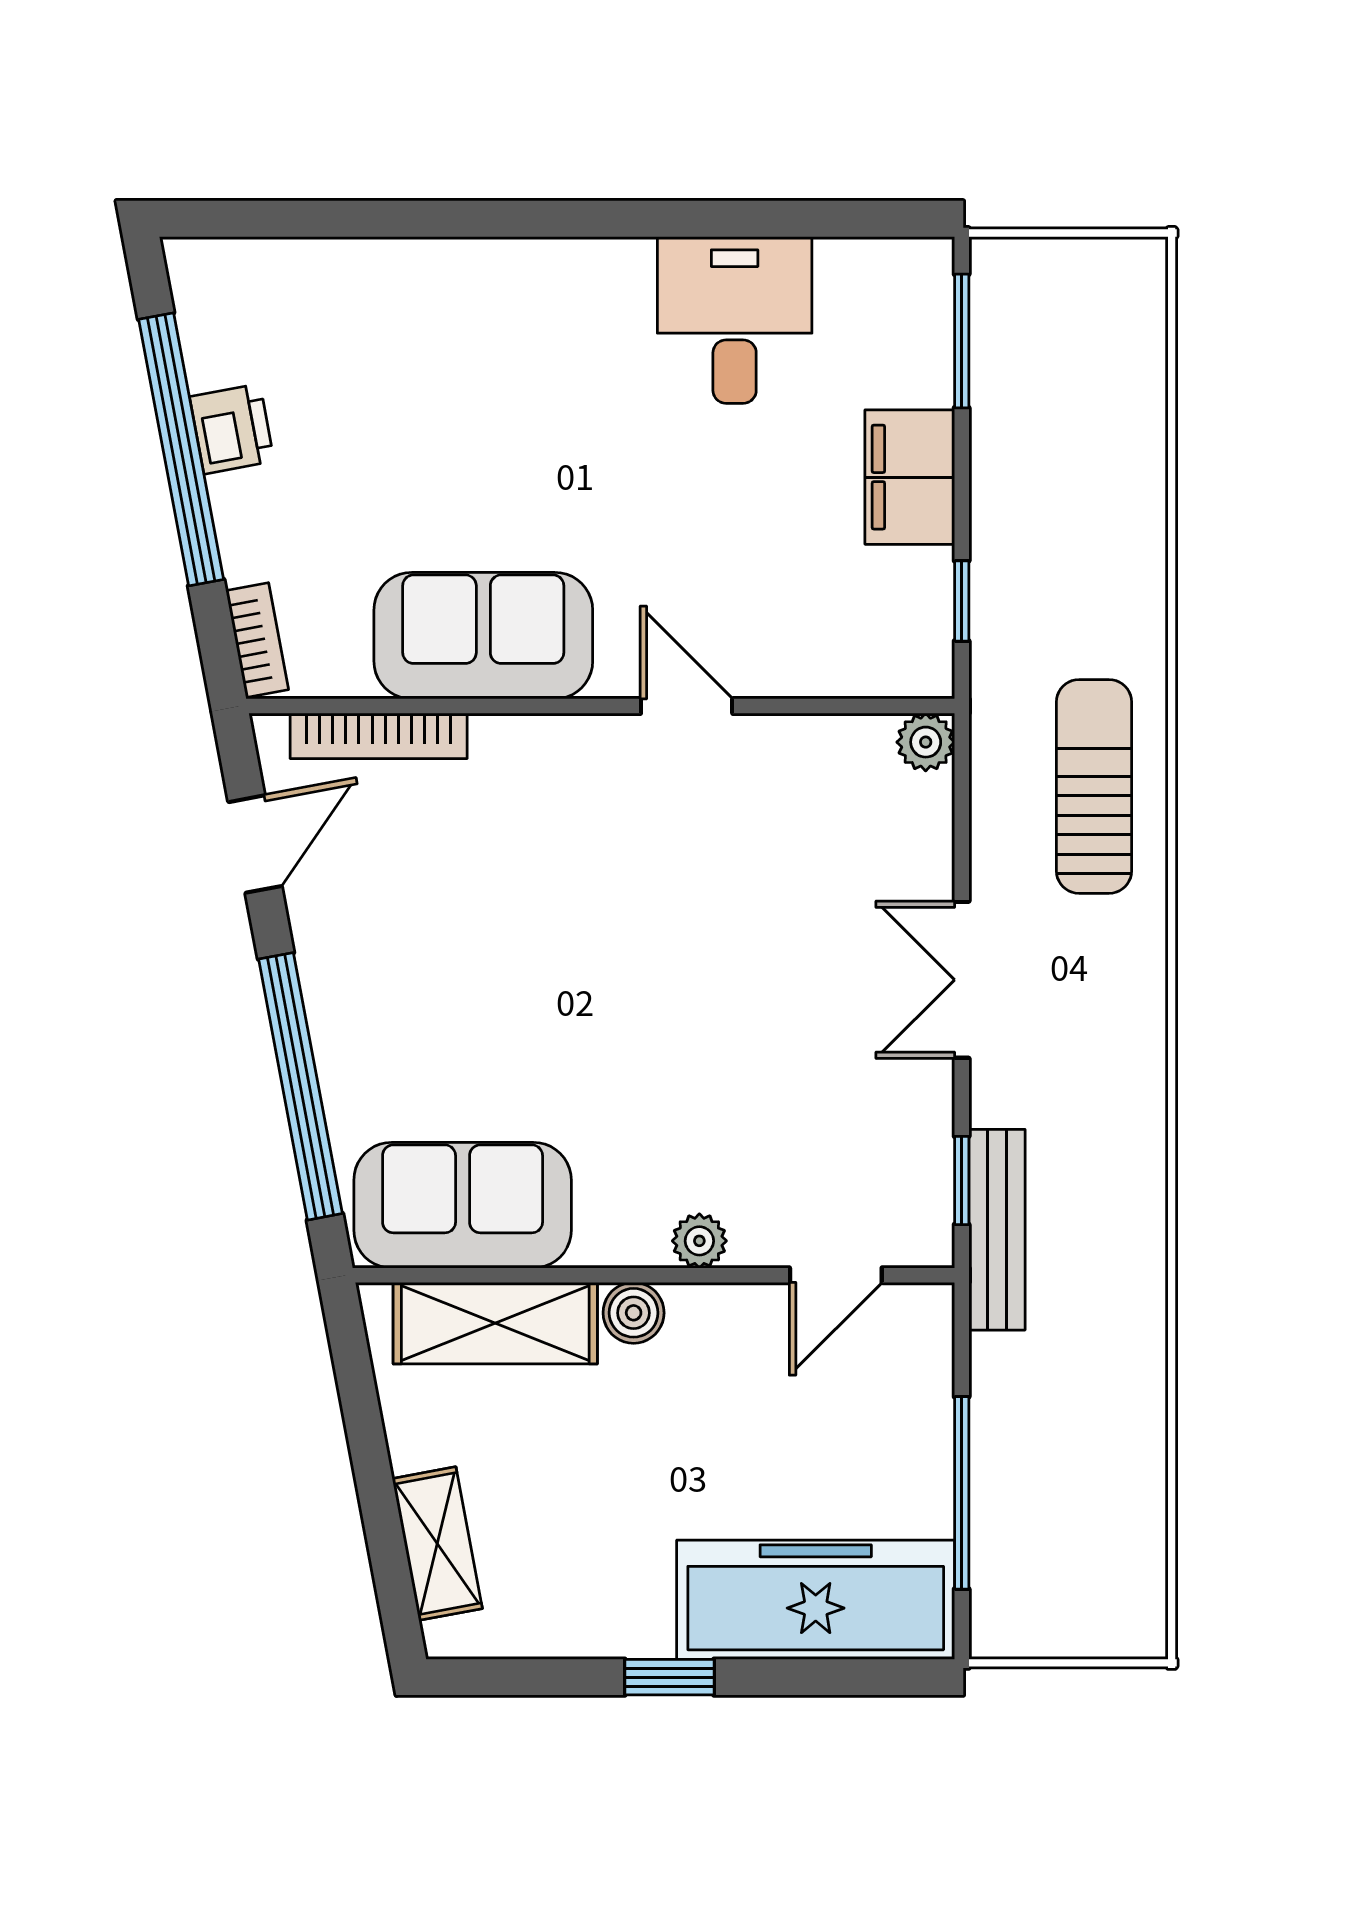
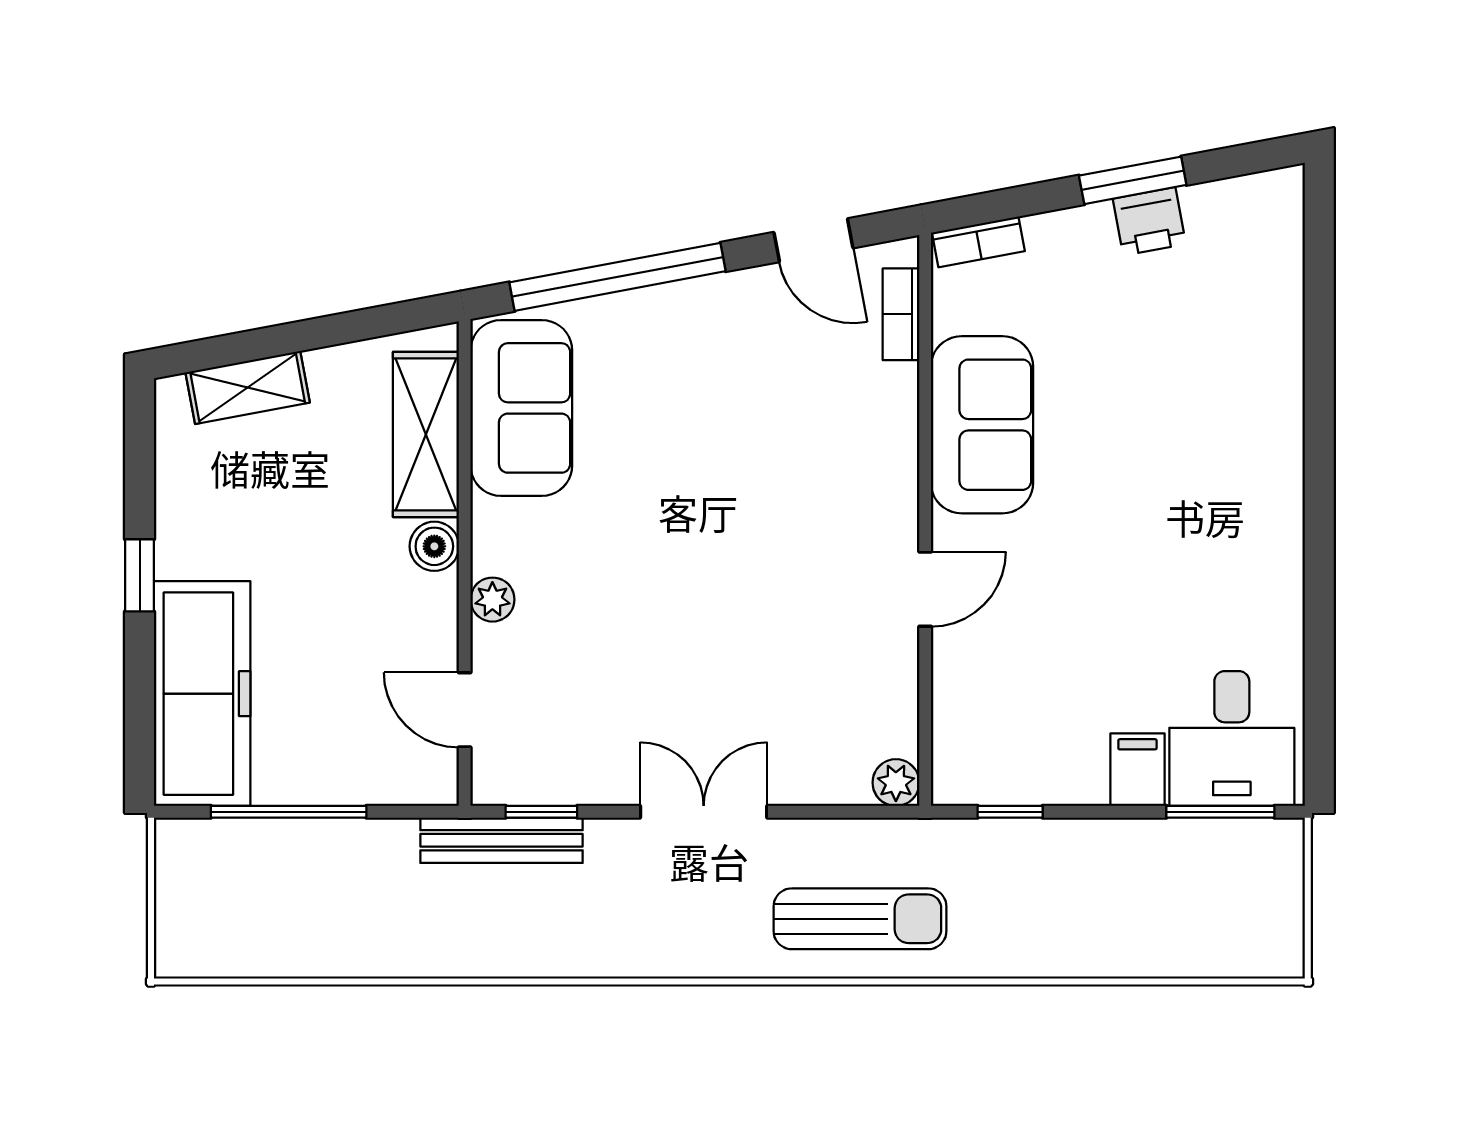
desk: (735, 320) -> (1232, 739), moved, turned 90
window: (181, 449) -> (1133, 180), width x0.47
filing cabinet: (910, 477) -> (1137, 770), width x0.50
bookcase: (379, 736) -> (901, 314), width x0.64

